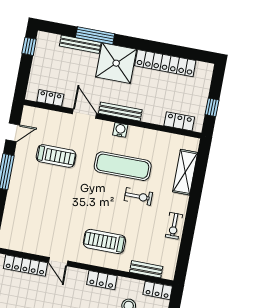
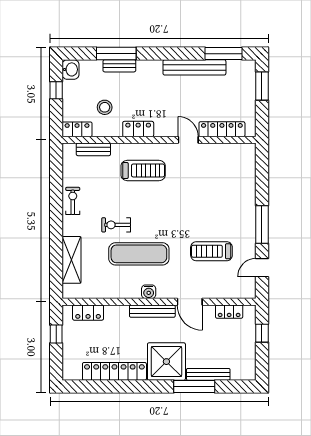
window: (29, 46) -> (262, 333), moved

